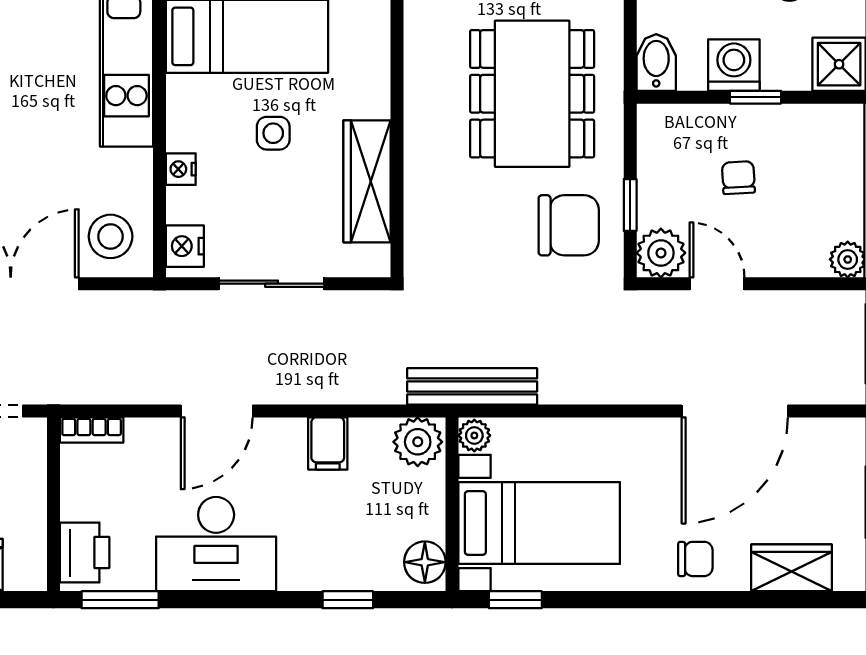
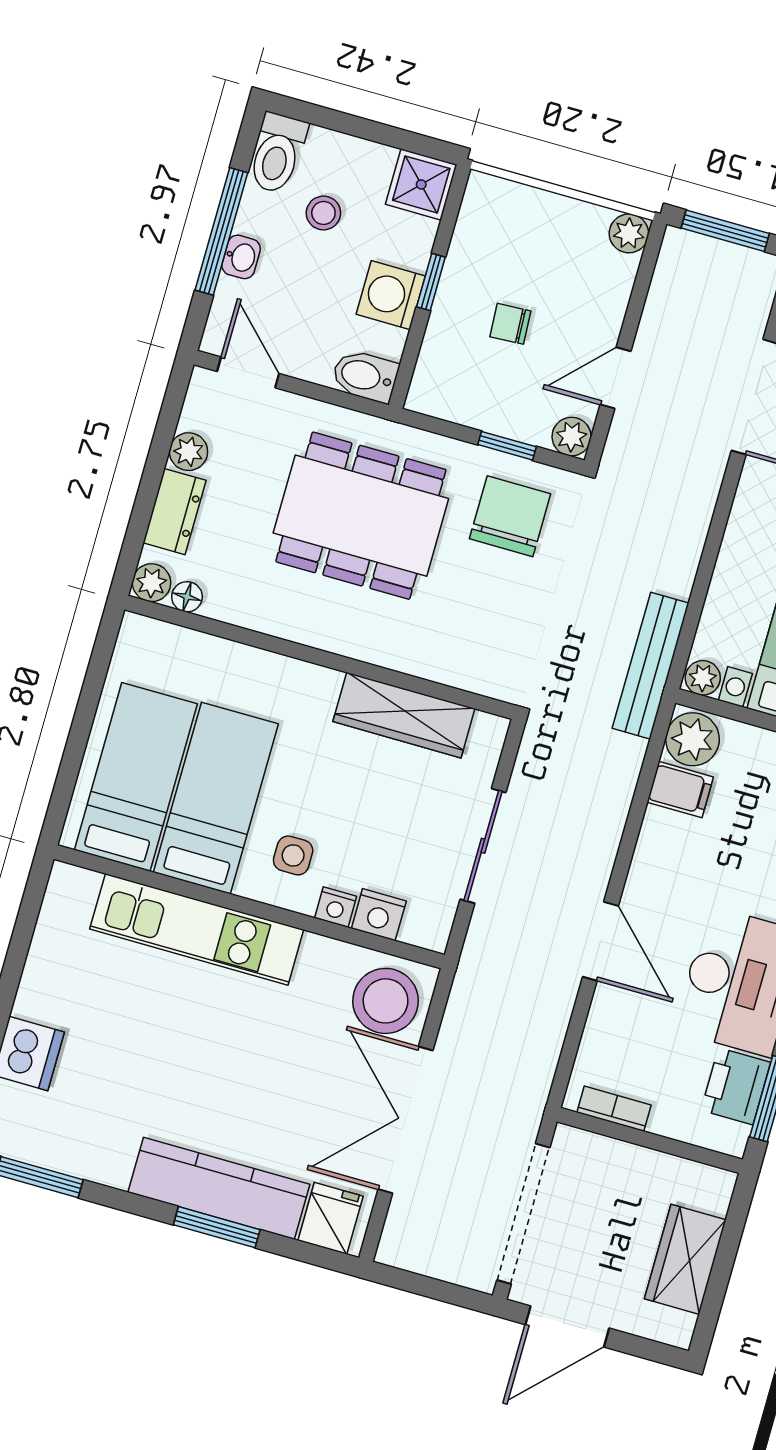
side table: (273, 133) -> (293, 855), moved
stool: (111, 236) -> (386, 1001), width x1.38, depth x1.38
nightstand: (185, 246) -> (379, 915), moved
plant: (661, 253) -> (572, 437), width x0.73, depth x0.73
bookcase: (92, 430) -> (614, 1109), moved, turned -90
filing cabinet: (328, 443) -> (680, 790), moved
printer: (85, 553) -> (736, 1086), moved, turned -90

